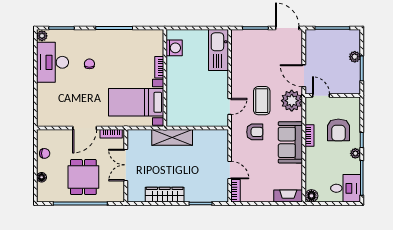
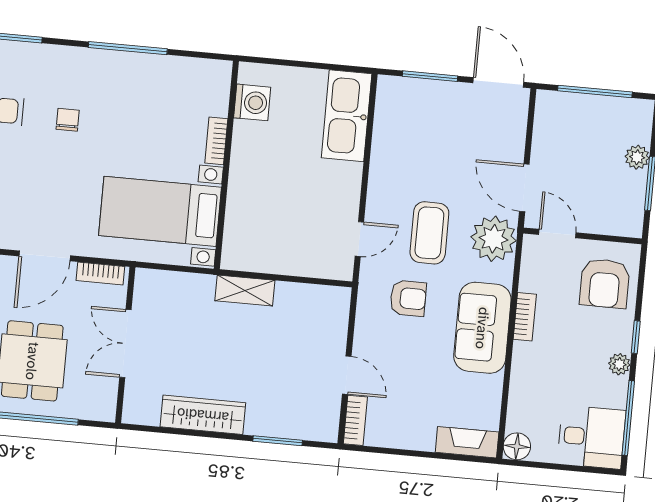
armchair: (338, 130) -> (605, 283), moved
shelving: (172, 137) -> (245, 290), width x0.67, depth x0.75

